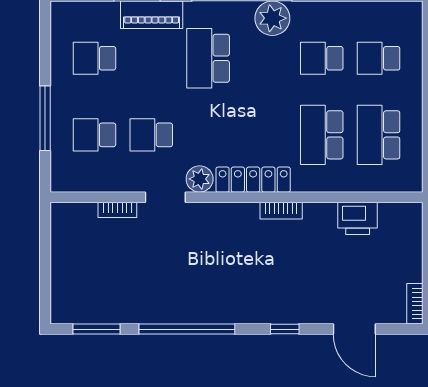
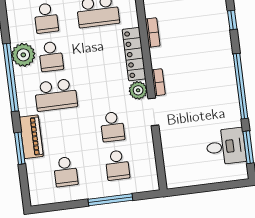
school desk: (265, 58) -> (51, 56), added
bookcase: (117, 210) -> (158, 82), moved
desk: (102, 296) -> (226, 146), added

